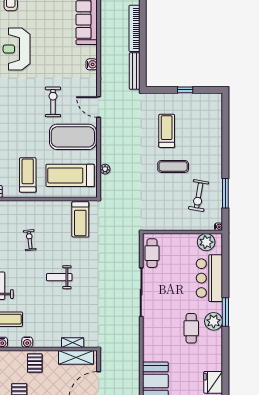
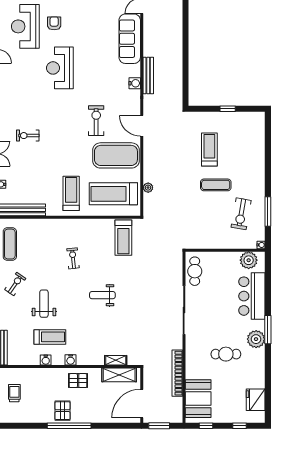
bookcase: (134, 28) -> (177, 373), moved
bench: (135, 71) -> (148, 76), moved
cafe table: (191, 328) -> (226, 354), moved, turned 90
pallet: (35, 363) -> (78, 381), turned 90

